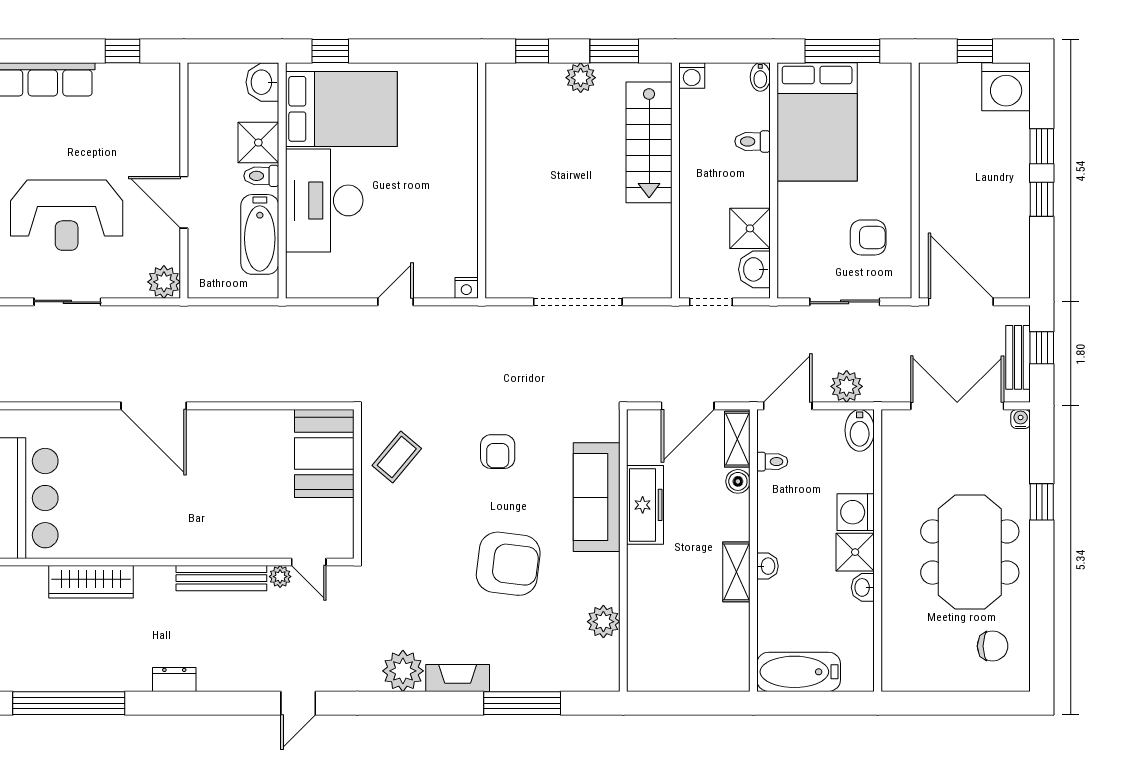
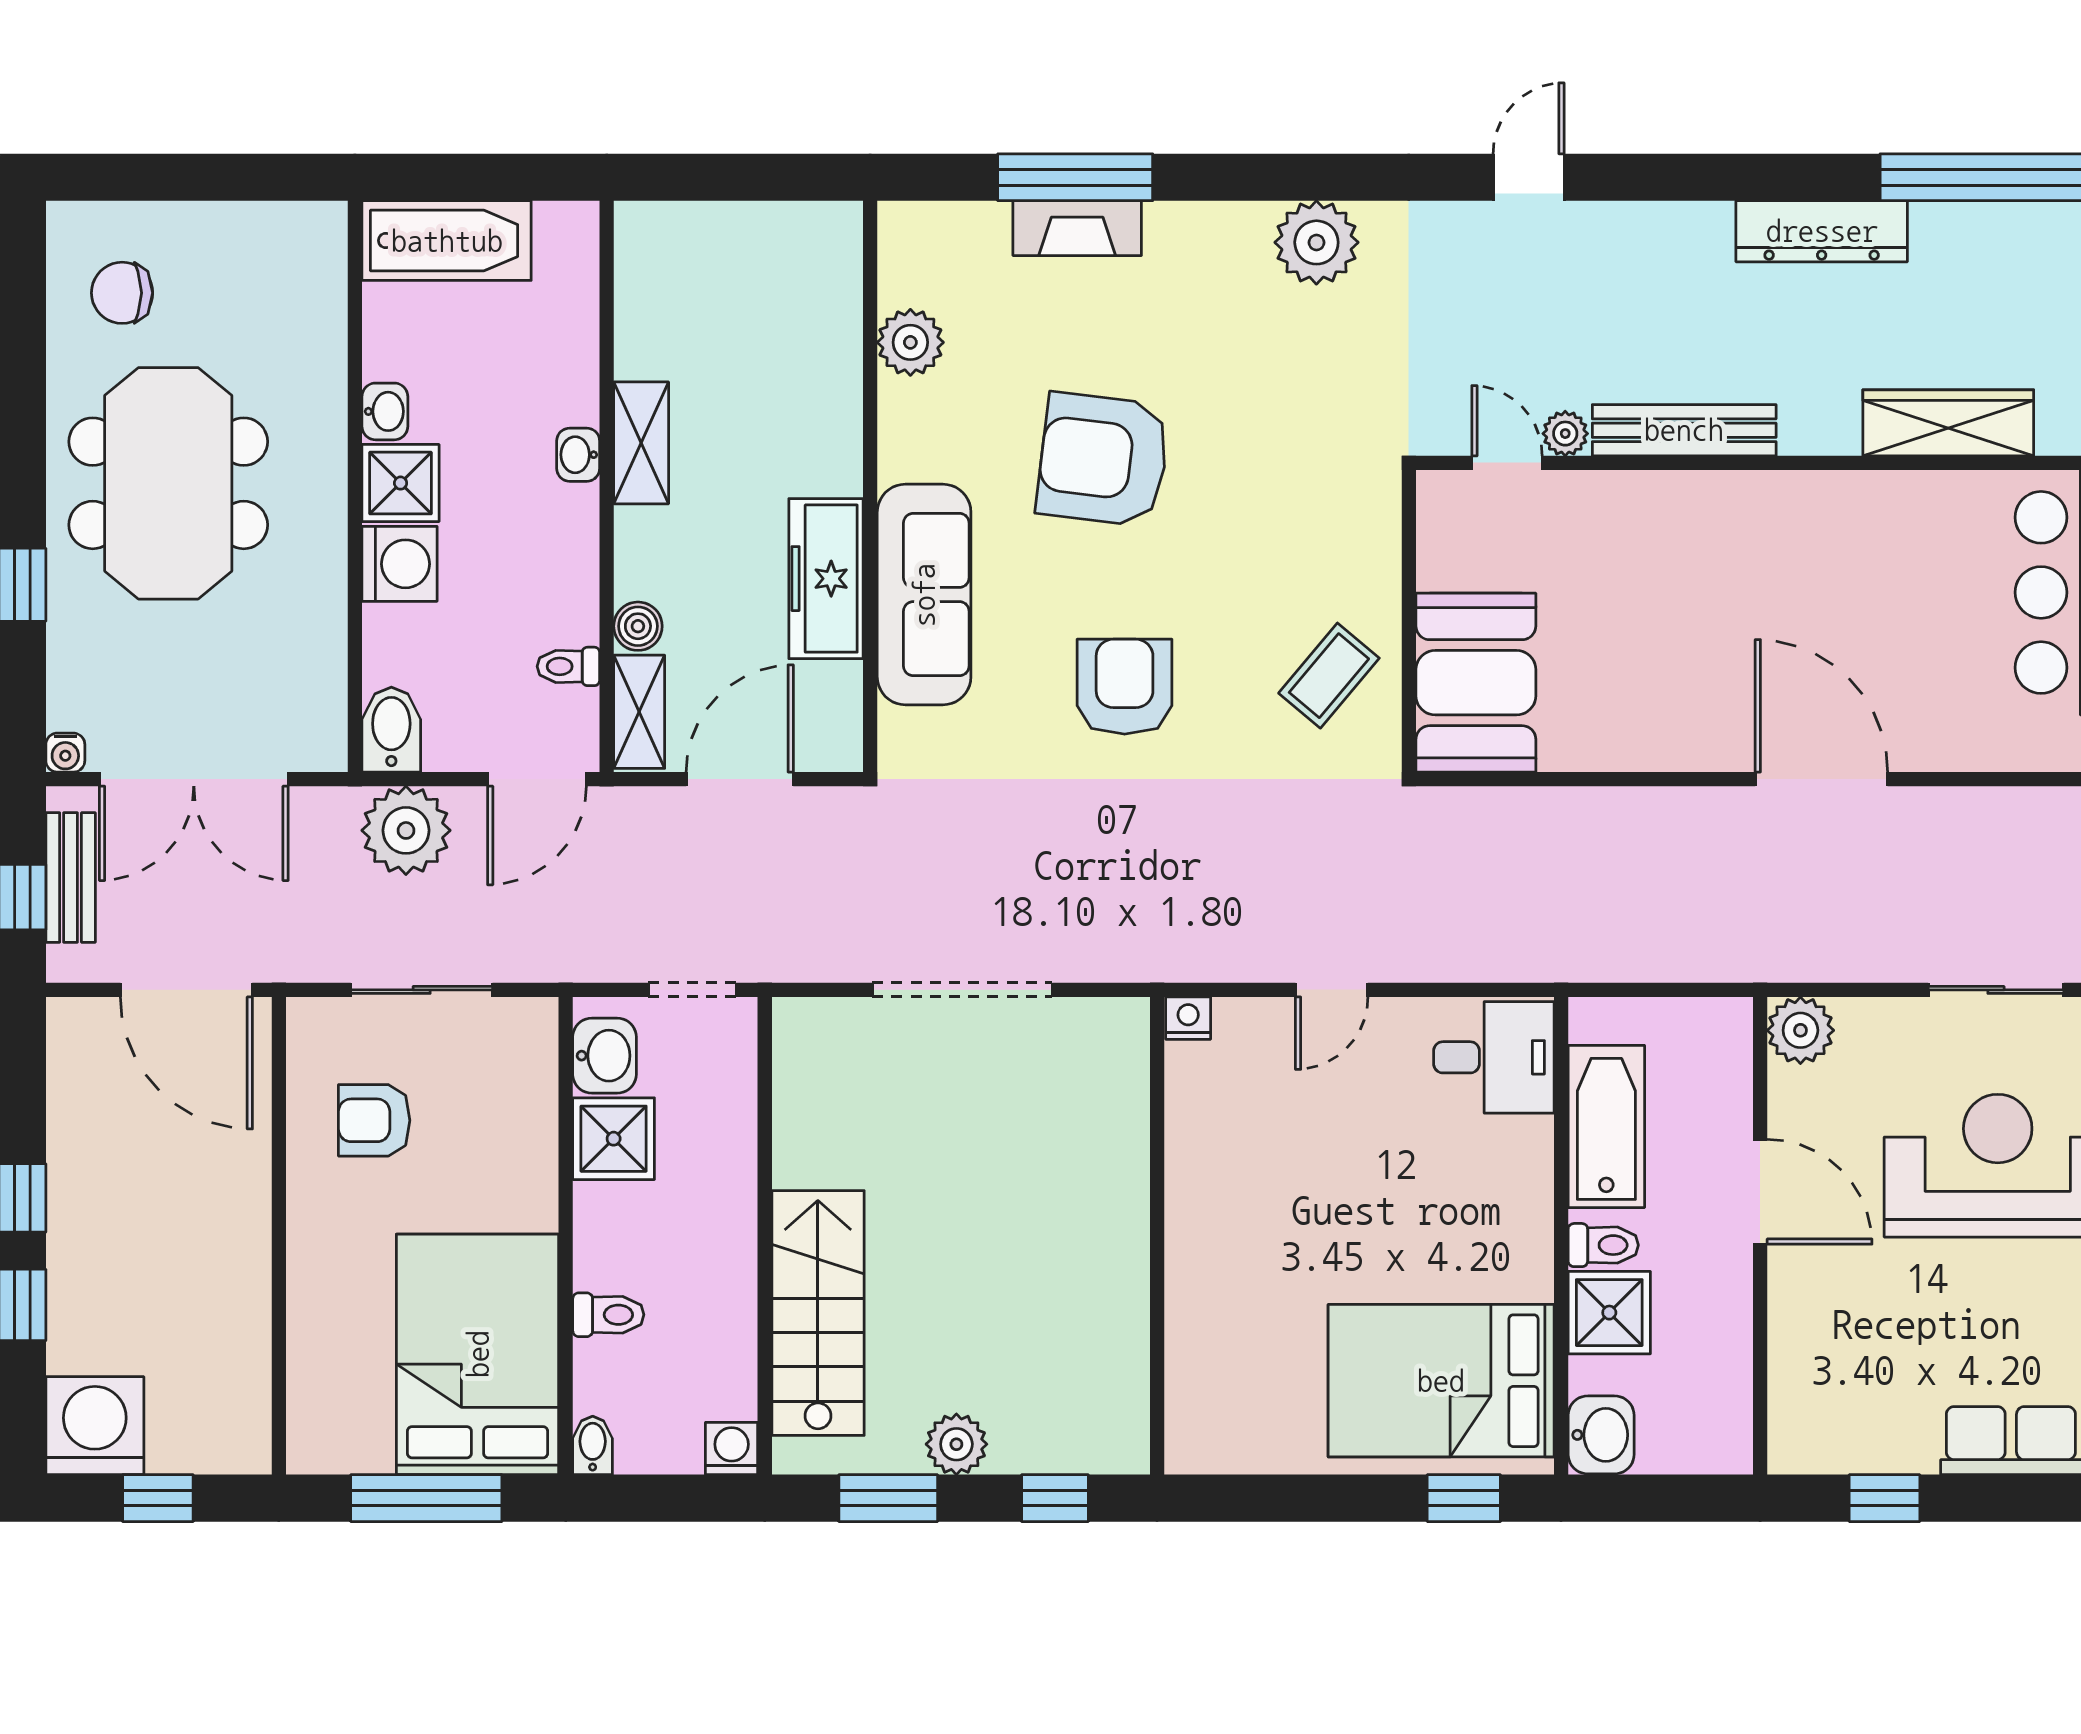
desk: (324, 200) -> (1494, 1057), moved, width x0.53, depth x0.77
plant: (847, 386) -> (406, 830), width x1.36, depth x1.36
armchair: (498, 452) -> (1125, 687), width x1.38, depth x1.38
bathtub: (799, 672) -> (447, 241), moved
fireplace: (458, 678) -> (1077, 228), moved
dresser: (174, 679) -> (1822, 231), width x1.96, depth x1.24

